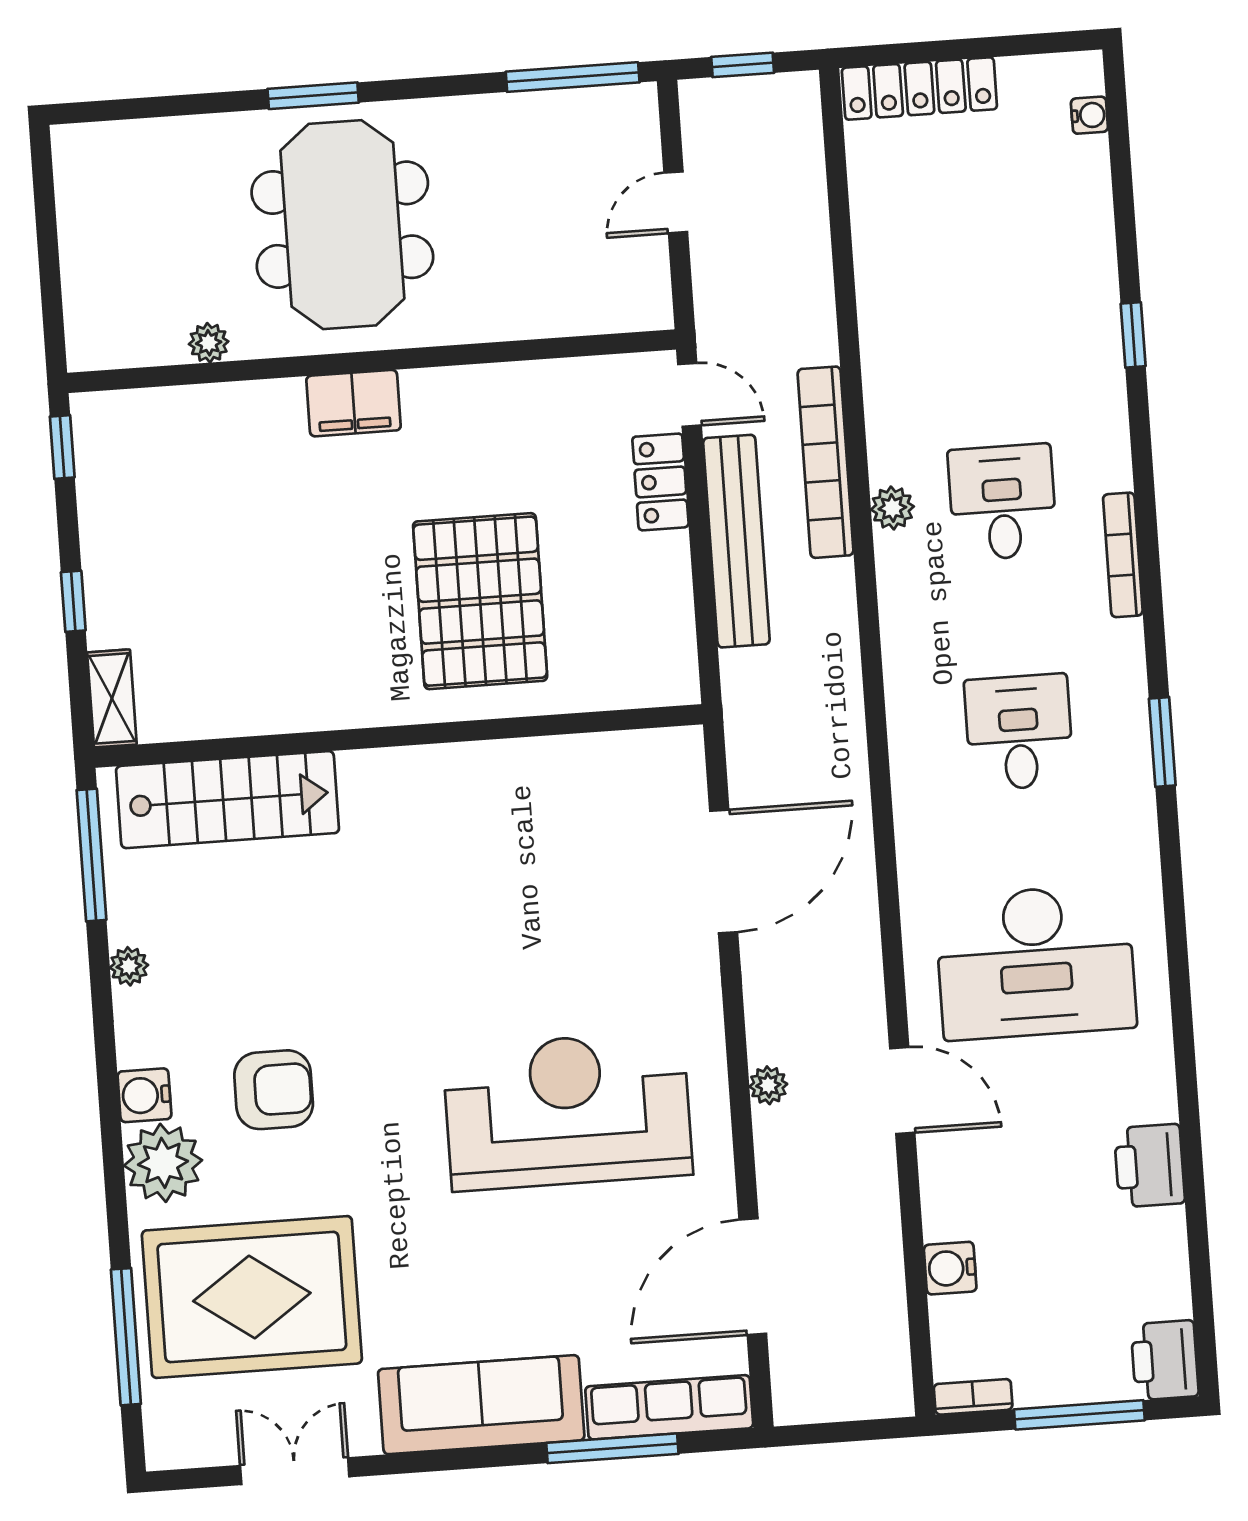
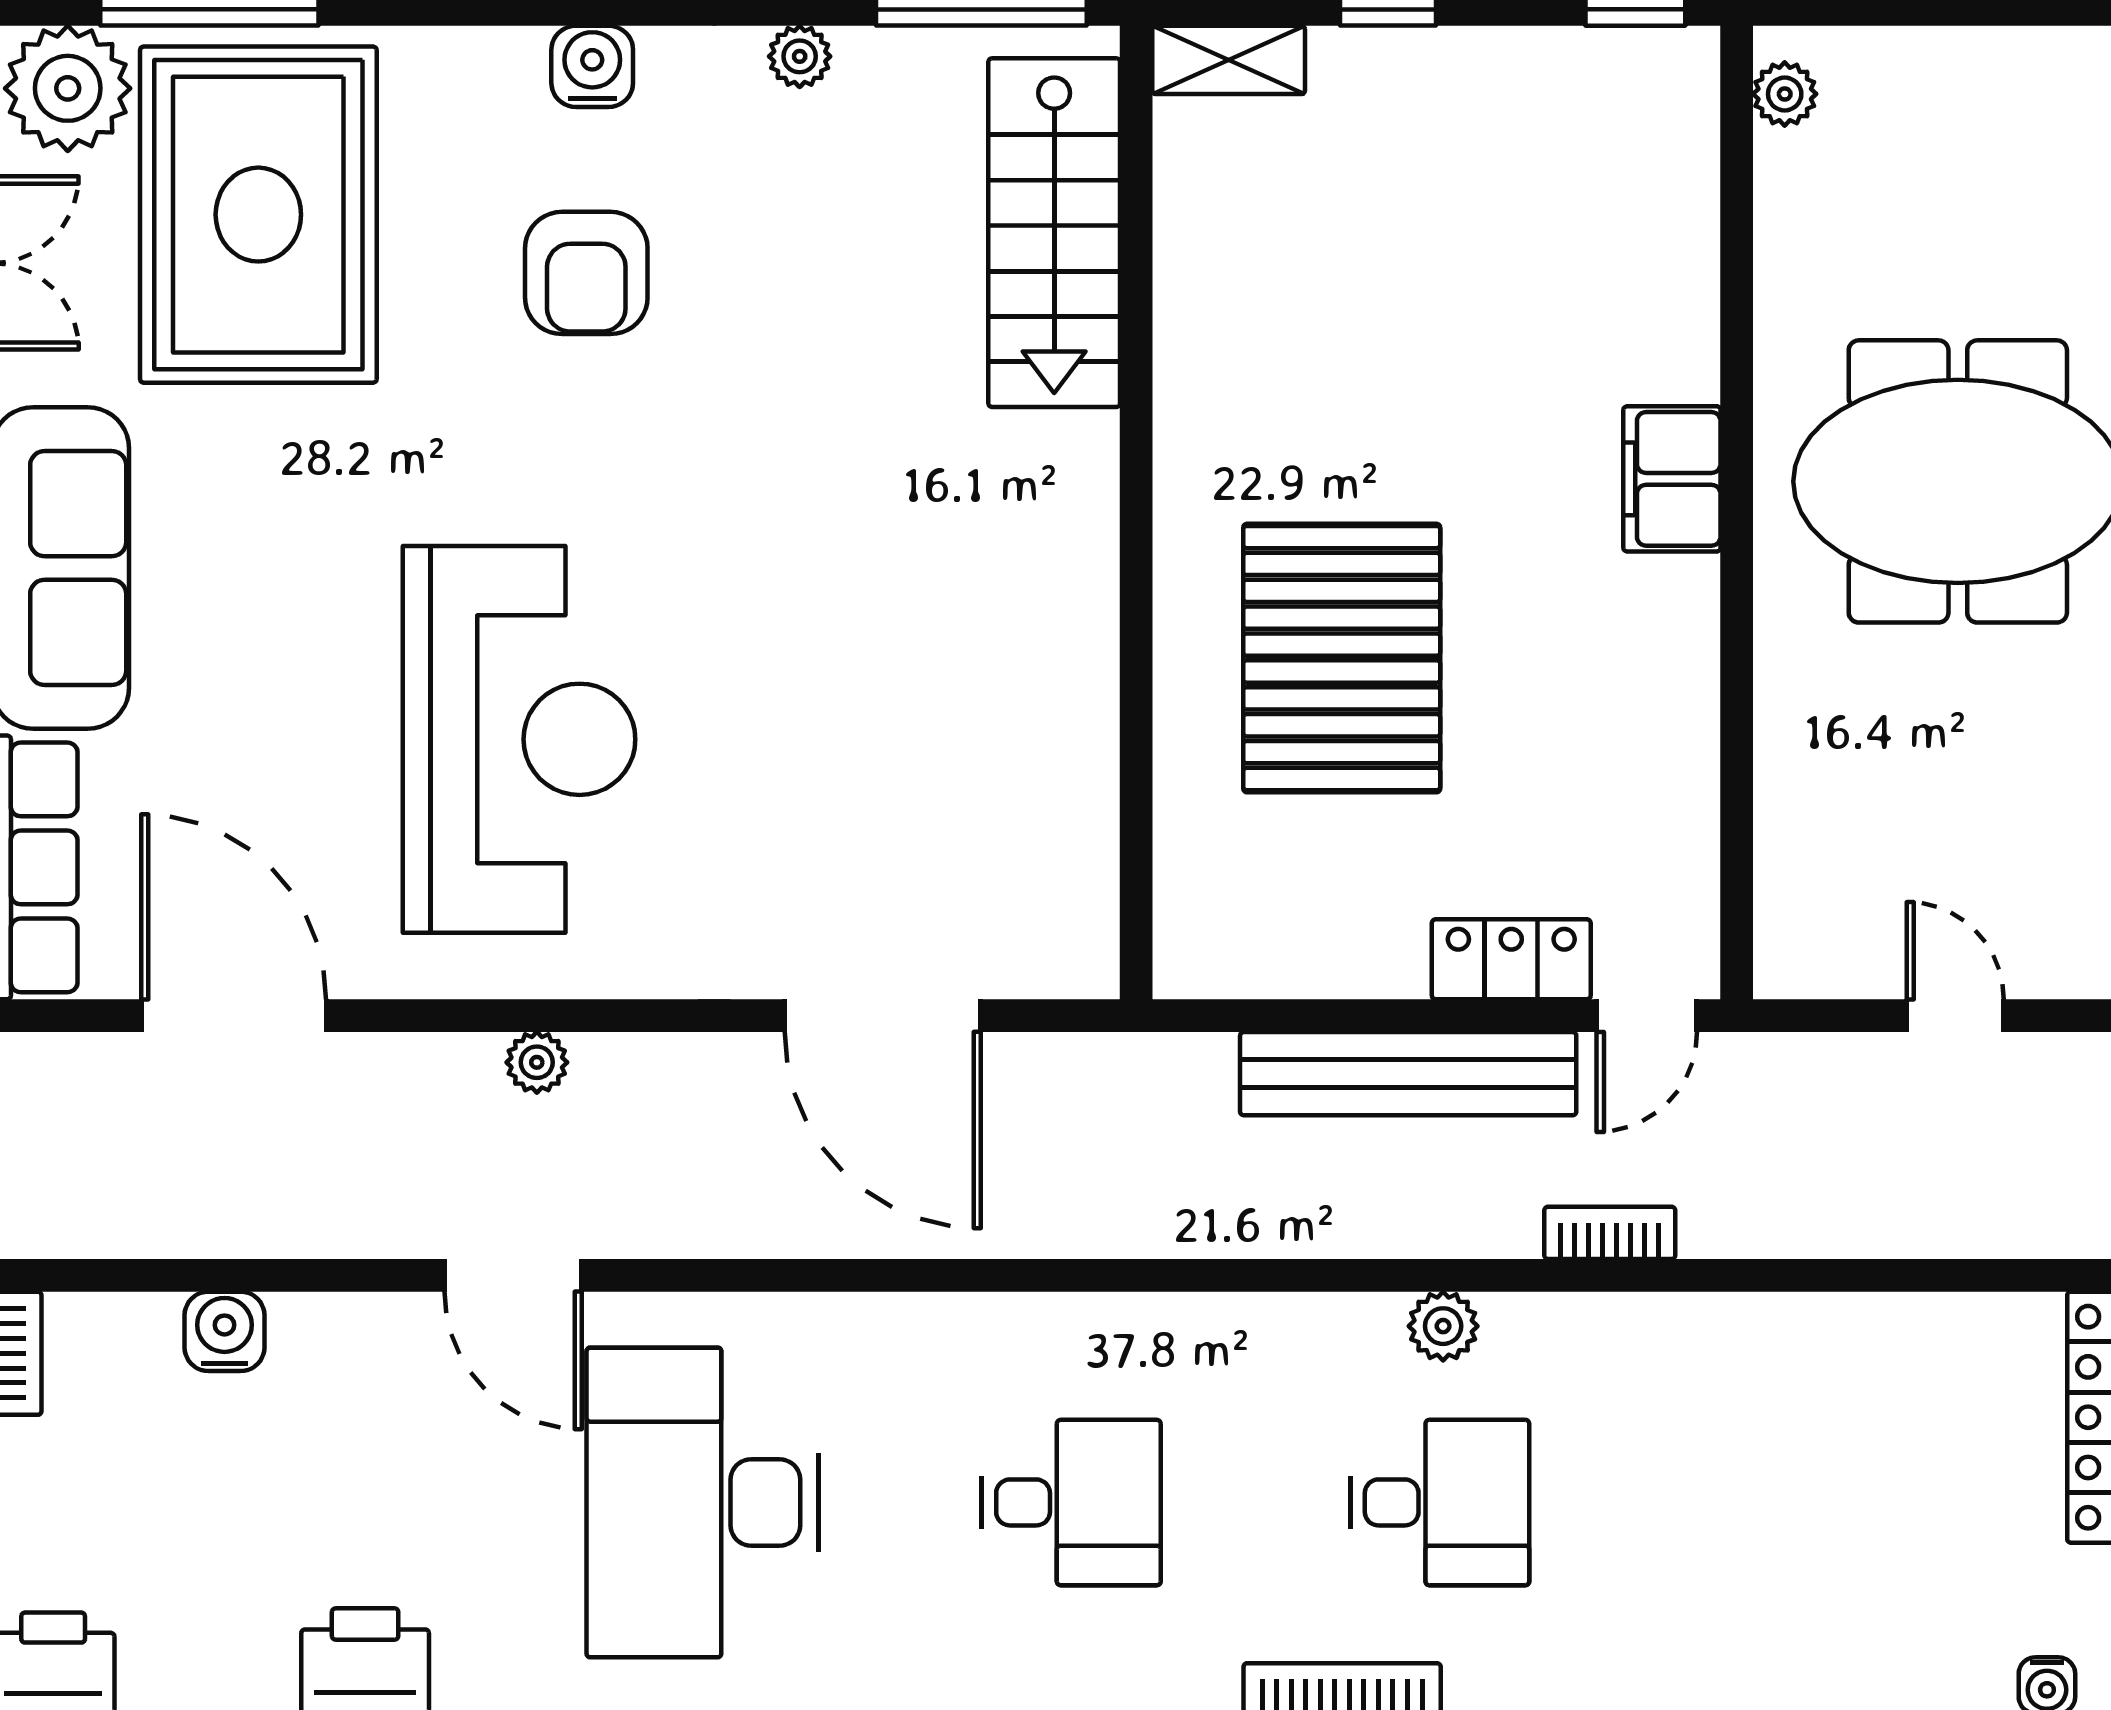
plant: (209, 343) -> (1785, 94), moved
bookcase: (825, 462) -> (1610, 1233), width x0.43, depth x0.76
pallet: (480, 601) -> (1342, 658), turned 90
door: (902, 1091) -> (513, 1275), hinge flipped
plant: (163, 1163) -> (68, 88), moved

